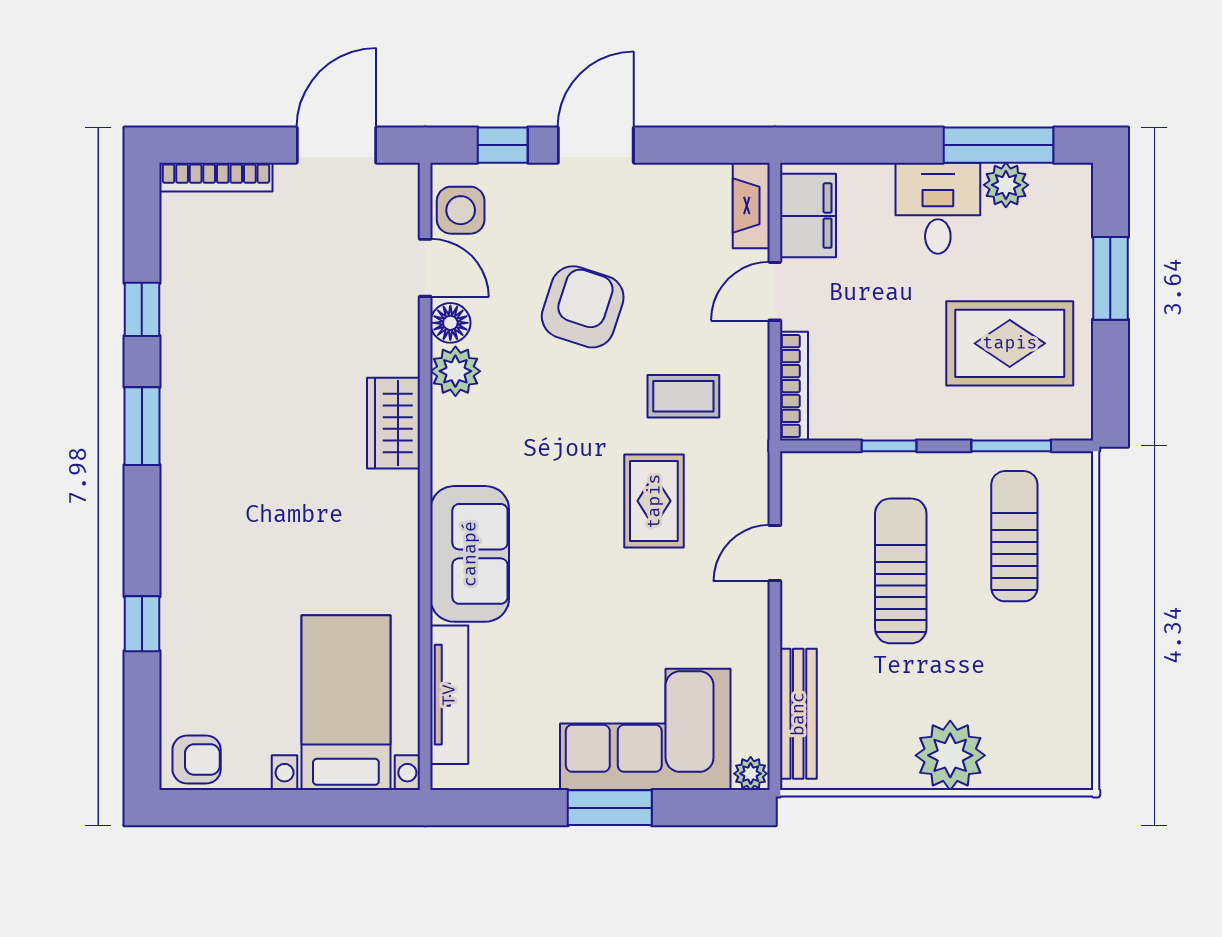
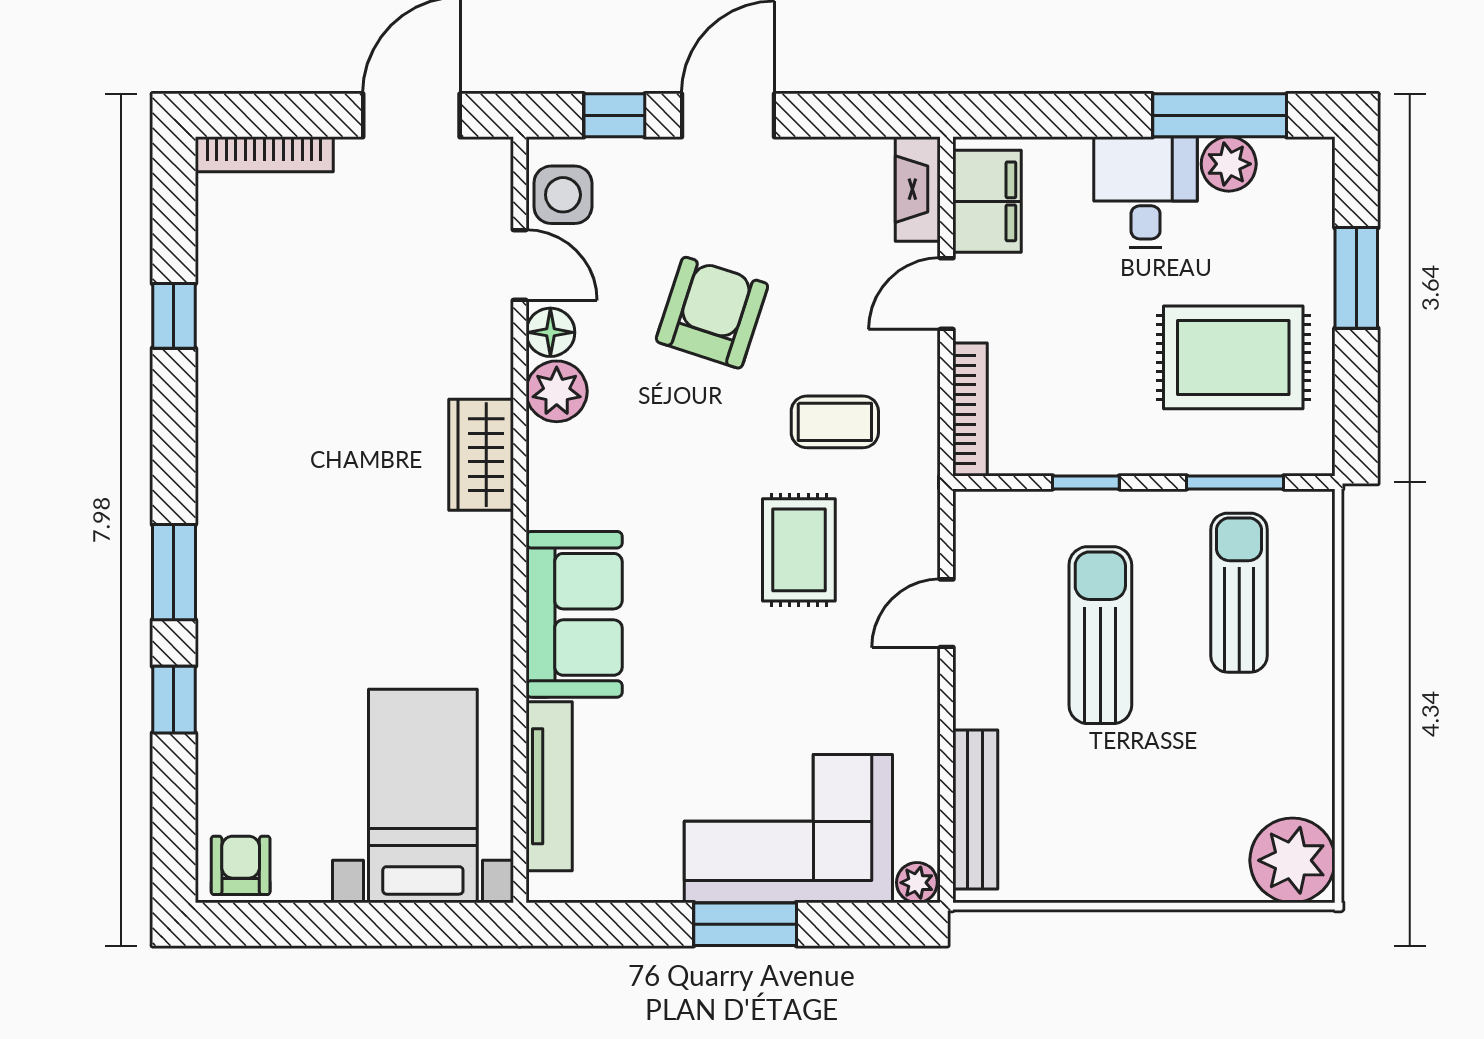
window: (142, 426) -> (174, 572), moved
plant: (950, 755) -> (1292, 860), moved
armchair: (197, 759) -> (241, 865), turned -90

